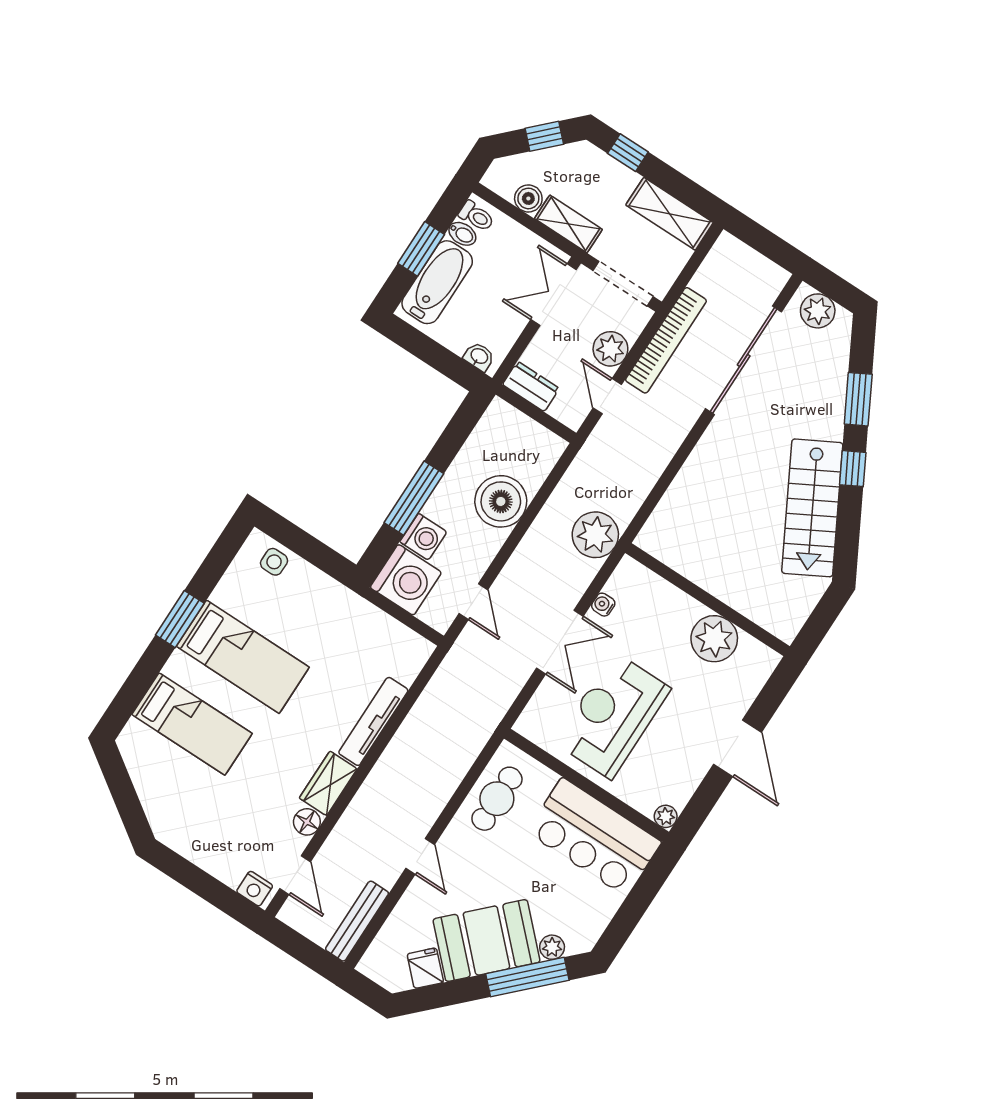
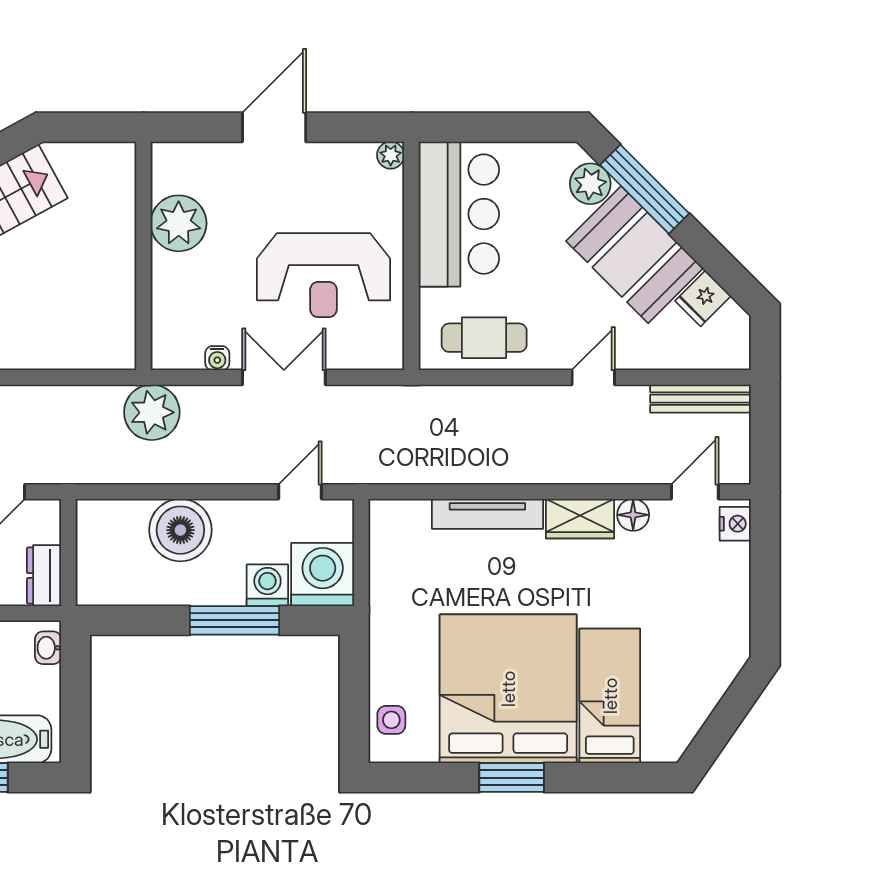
bed: (243, 657) -> (508, 689), width x2.04
plant: (552, 947) -> (590, 184), width x1.38, depth x1.38

